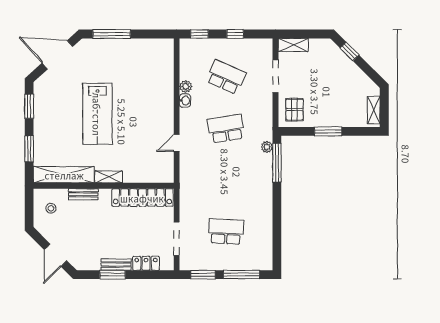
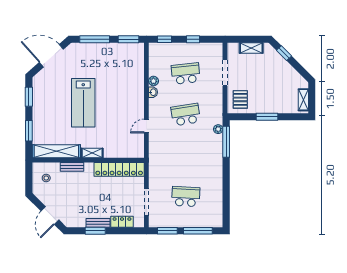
window: (154, 34) -> (128, 39), added
shelving: (293, 45) -> (251, 48), moved
school desk: (226, 77) -> (186, 74), turned -30

